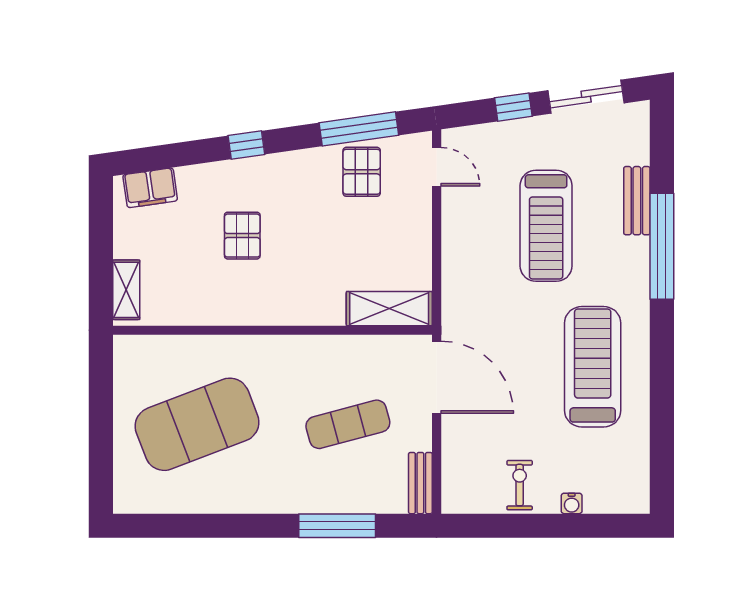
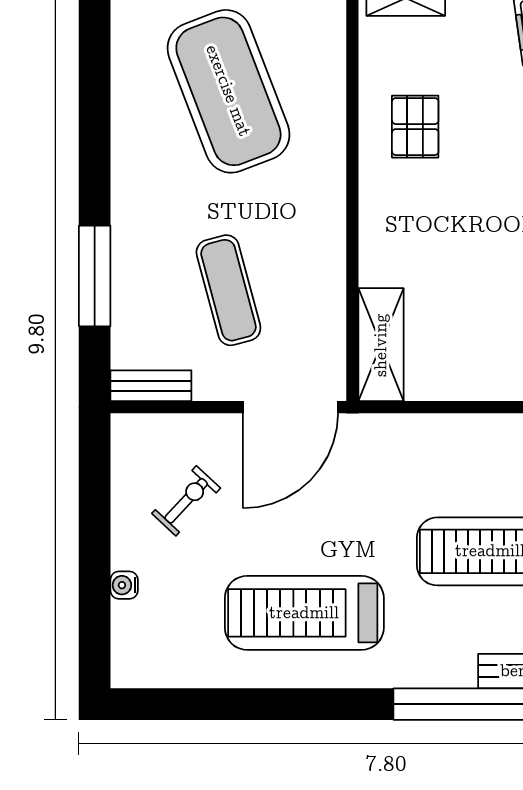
pallet: (242, 236) -> (415, 127), moved, turned 90
treadmill: (593, 367) -> (304, 613), turned 180
exercise bike: (520, 485) -> (186, 501), moved, turned -47

